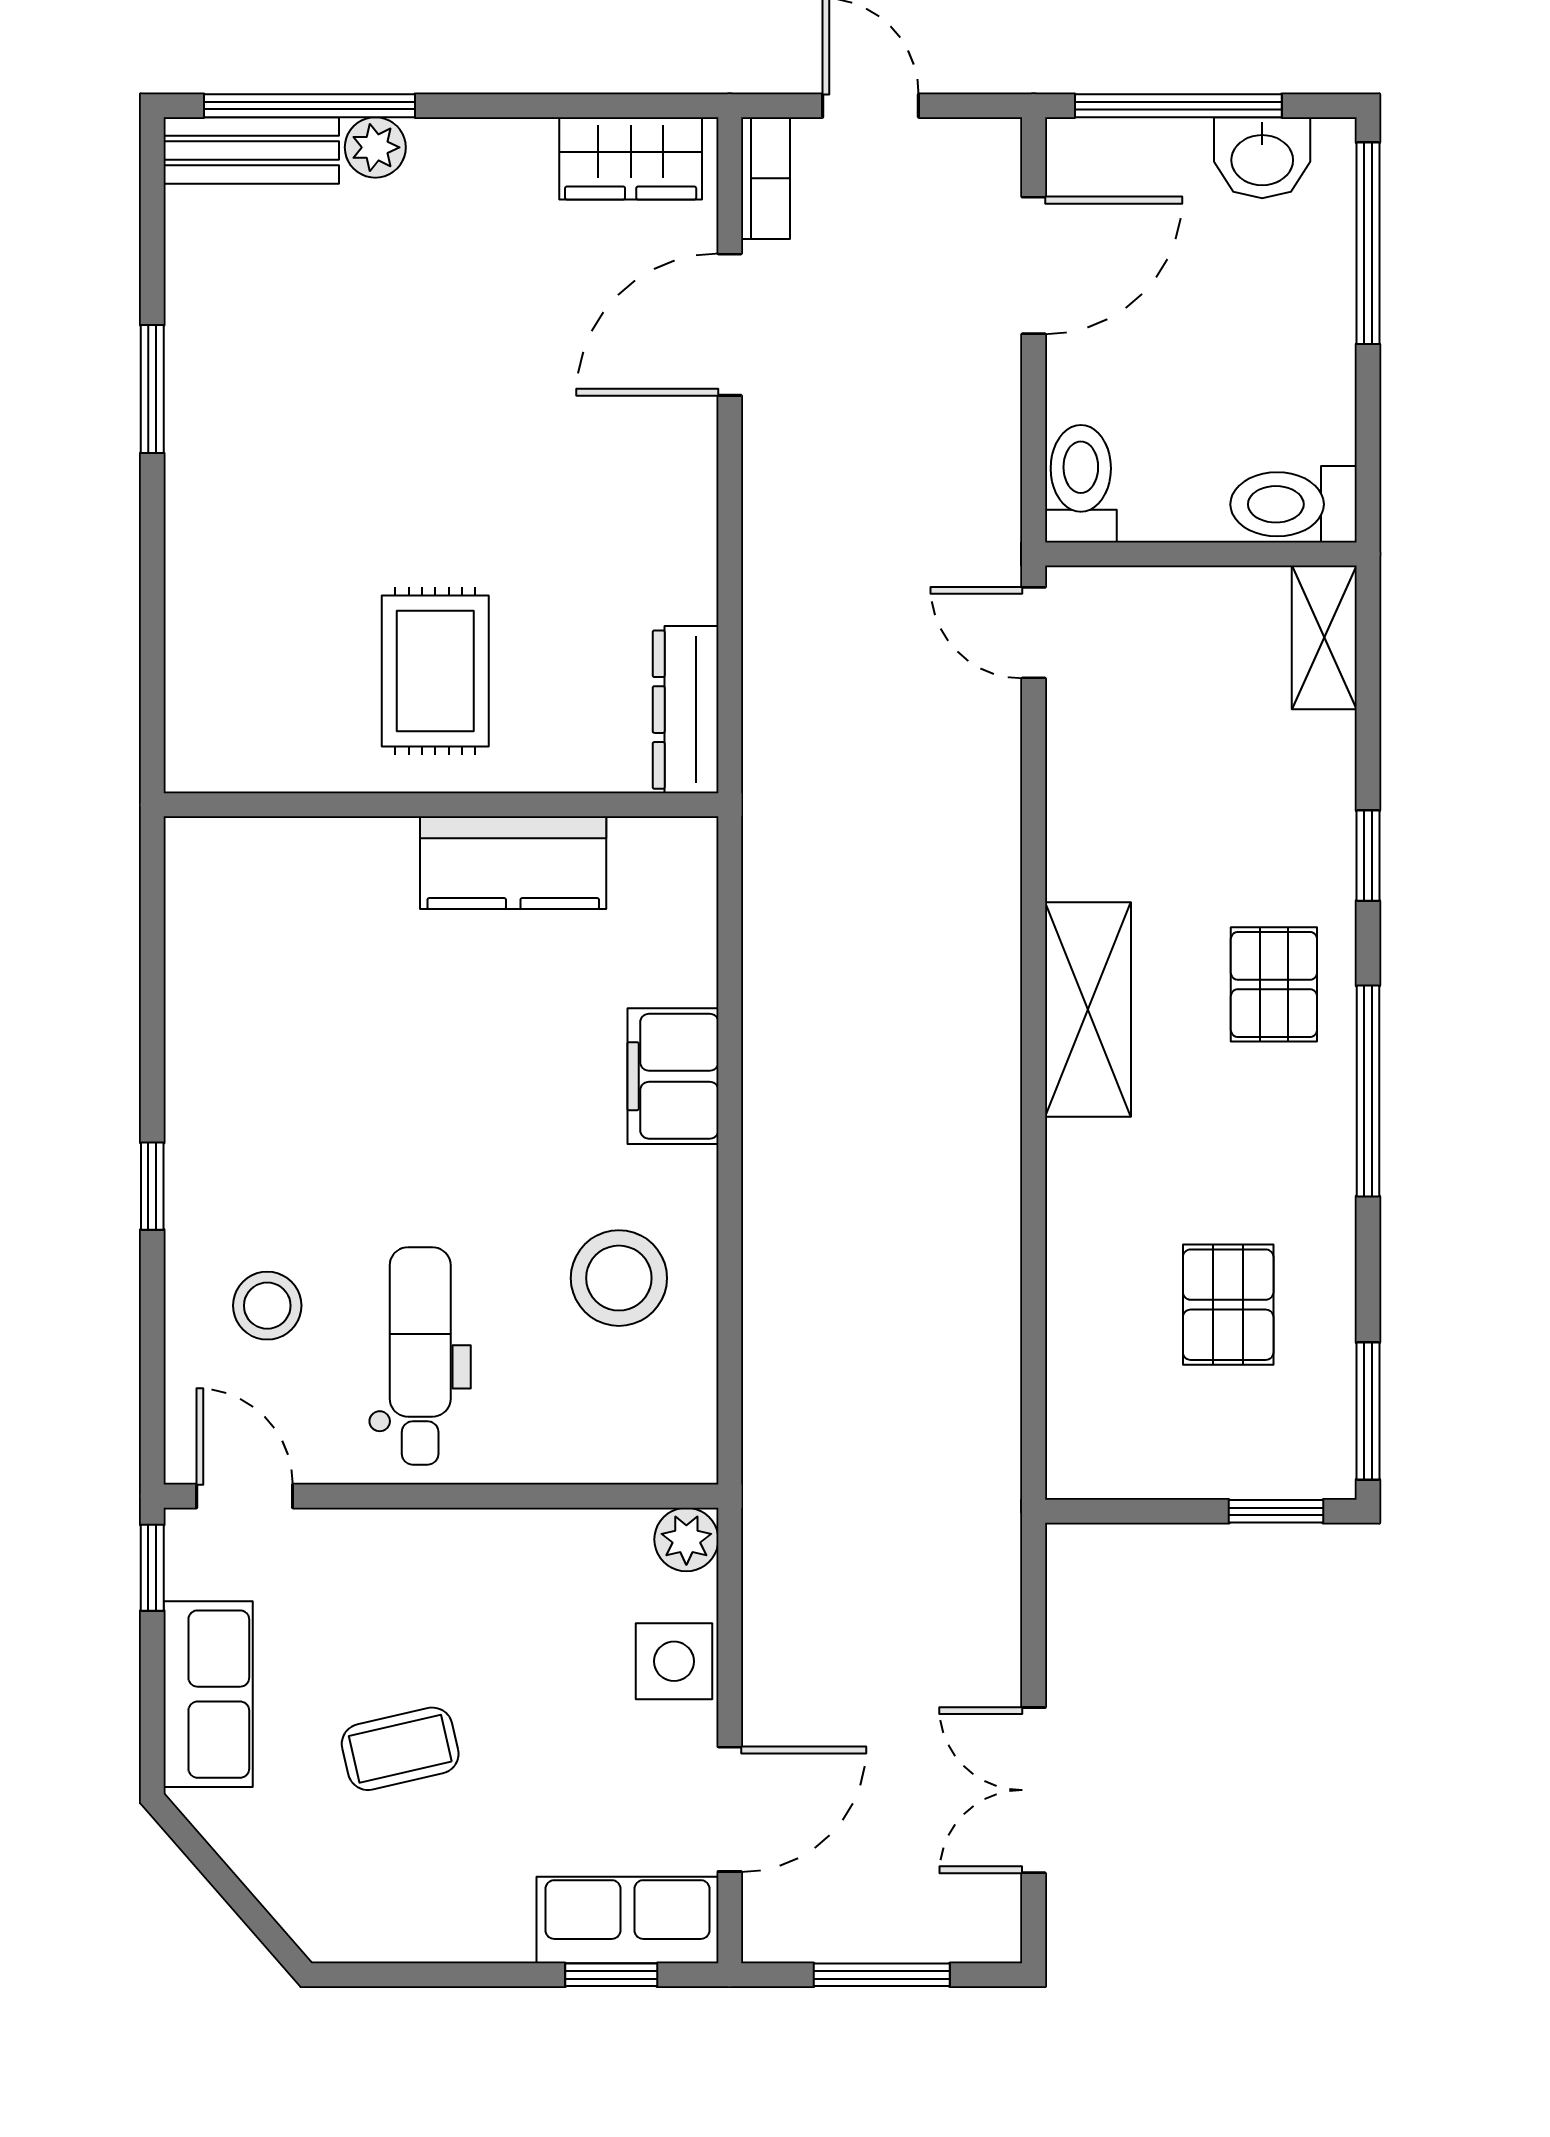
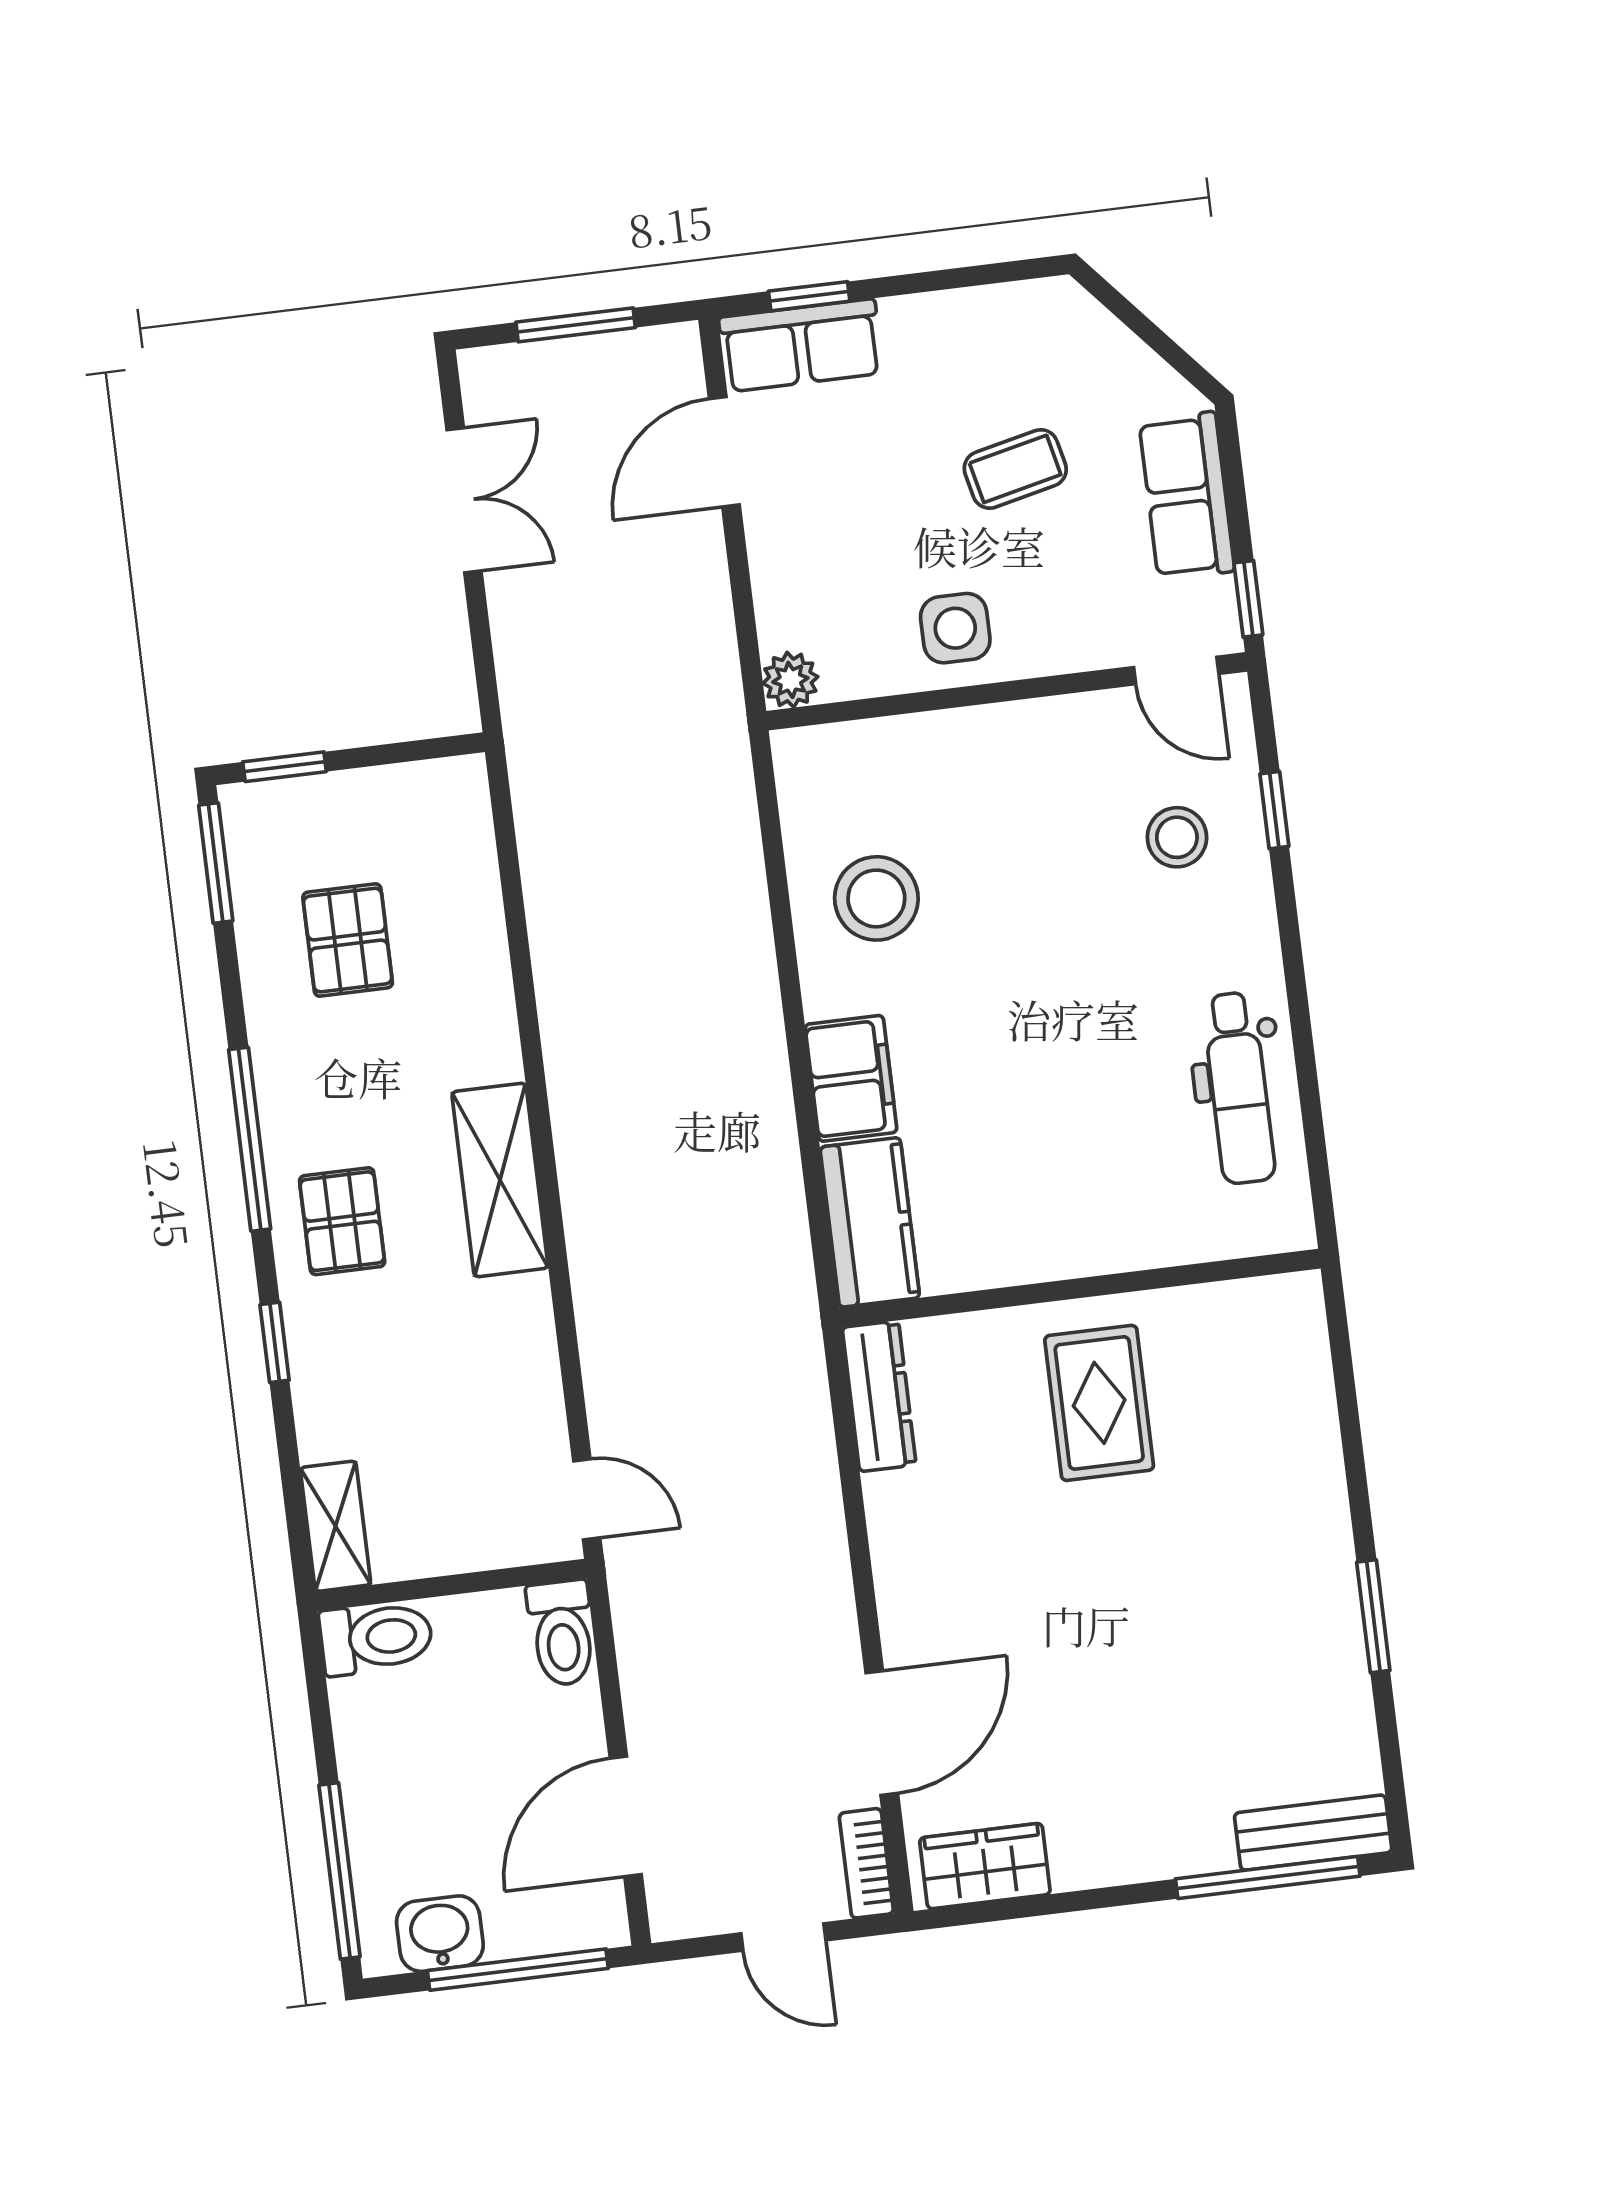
plant: (375, 147) -> (1206, 1848), removed
kitchen counter: (513, 863) -> (870, 1222), moved, turned 90
window: (152, 1186) -> (1274, 810), moved
dental chair: (420, 1356) -> (1239, 1088), moved
side table: (674, 1661) -> (955, 628), moved

